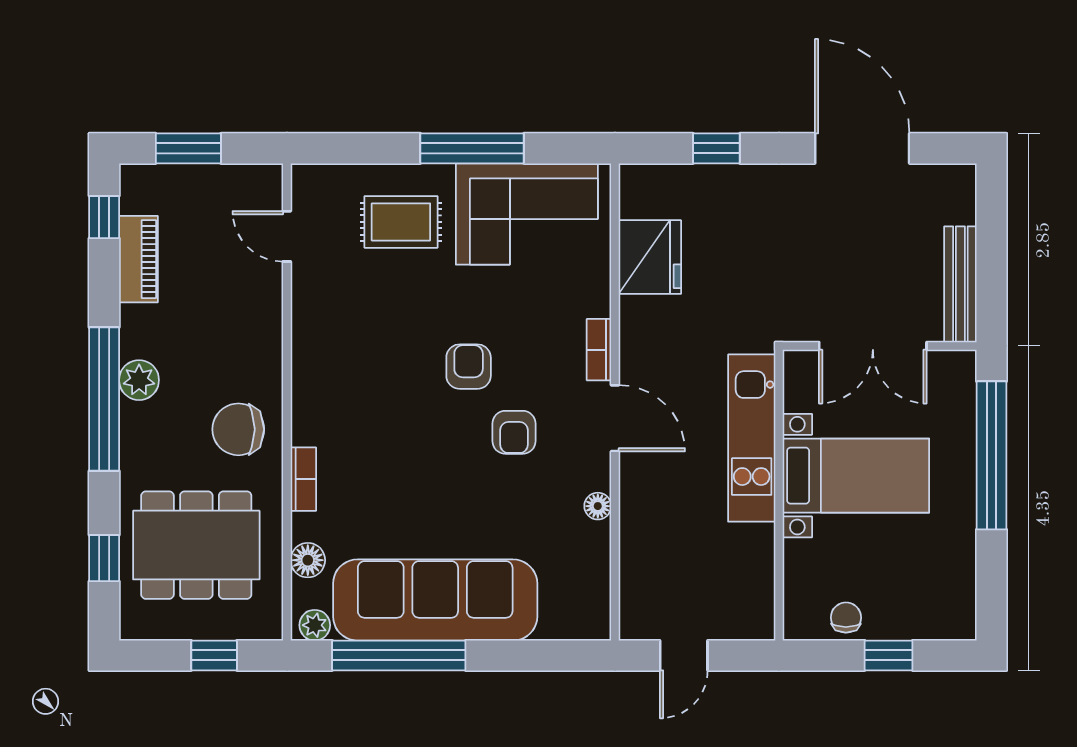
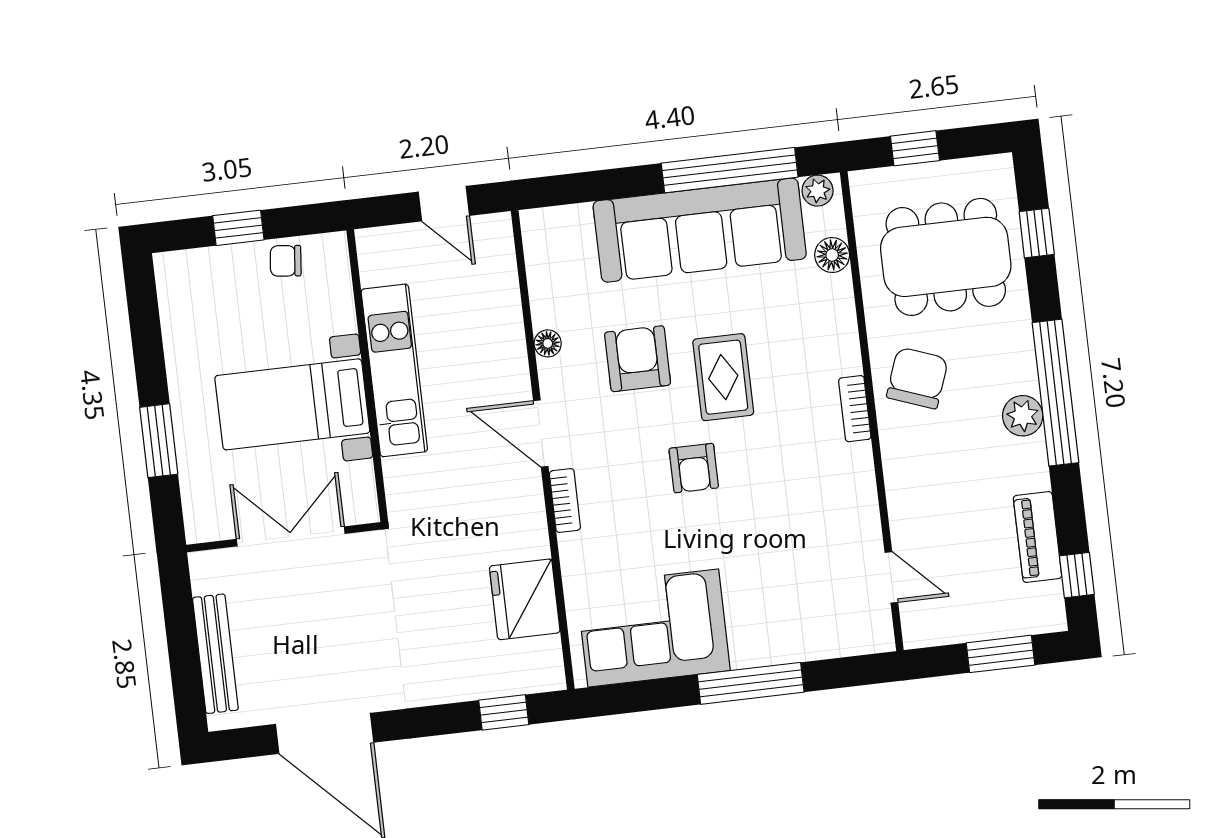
window: (472, 148) -> (751, 683), moved
window: (716, 148) -> (504, 712), moved
rug: (401, 222) -> (723, 377), moved, turned 90
bench: (960, 284) -> (215, 654), moved
chair: (238, 429) -> (917, 378), turned -70
armchair: (514, 432) -> (638, 359), moved, width x1.38, depth x1.38
kitchen unit: (752, 438) -> (394, 370), moved
window: (992, 455) -> (159, 441), width x0.47
bookcase: (303, 479) -> (855, 409), moved
chair: (846, 618) -> (286, 261), turned 96
door: (684, 655) -> (444, 204), swing flipped

